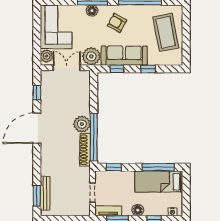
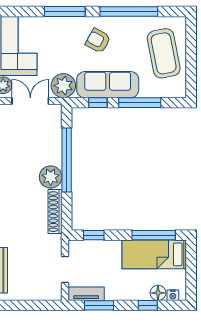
floor lamp: (92, 11) -> (64, 24), removed
window: (148, 69) -> (140, 103), width x2.17
window: (94, 137) -> (67, 160), moved
floor lamp: (138, 210) -> (158, 293), moved

